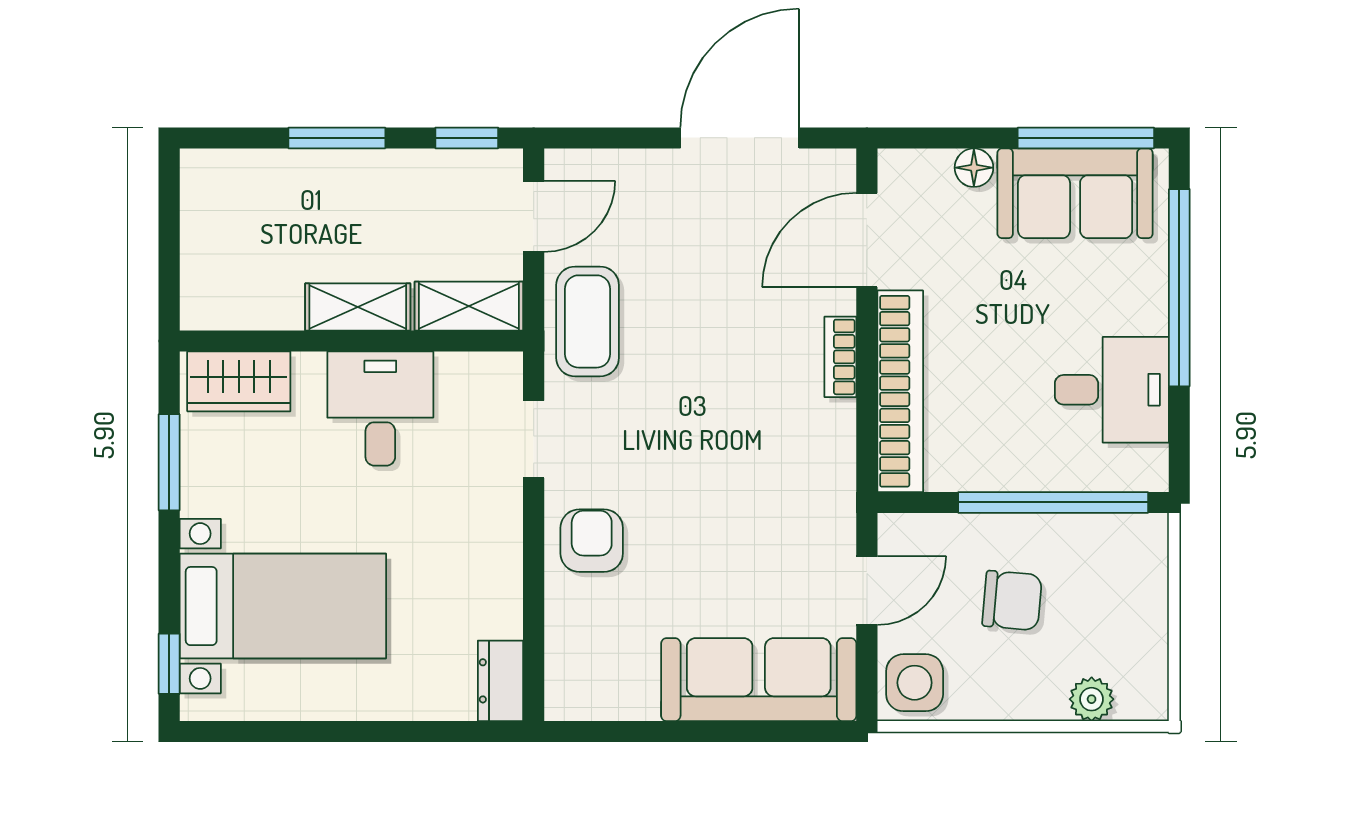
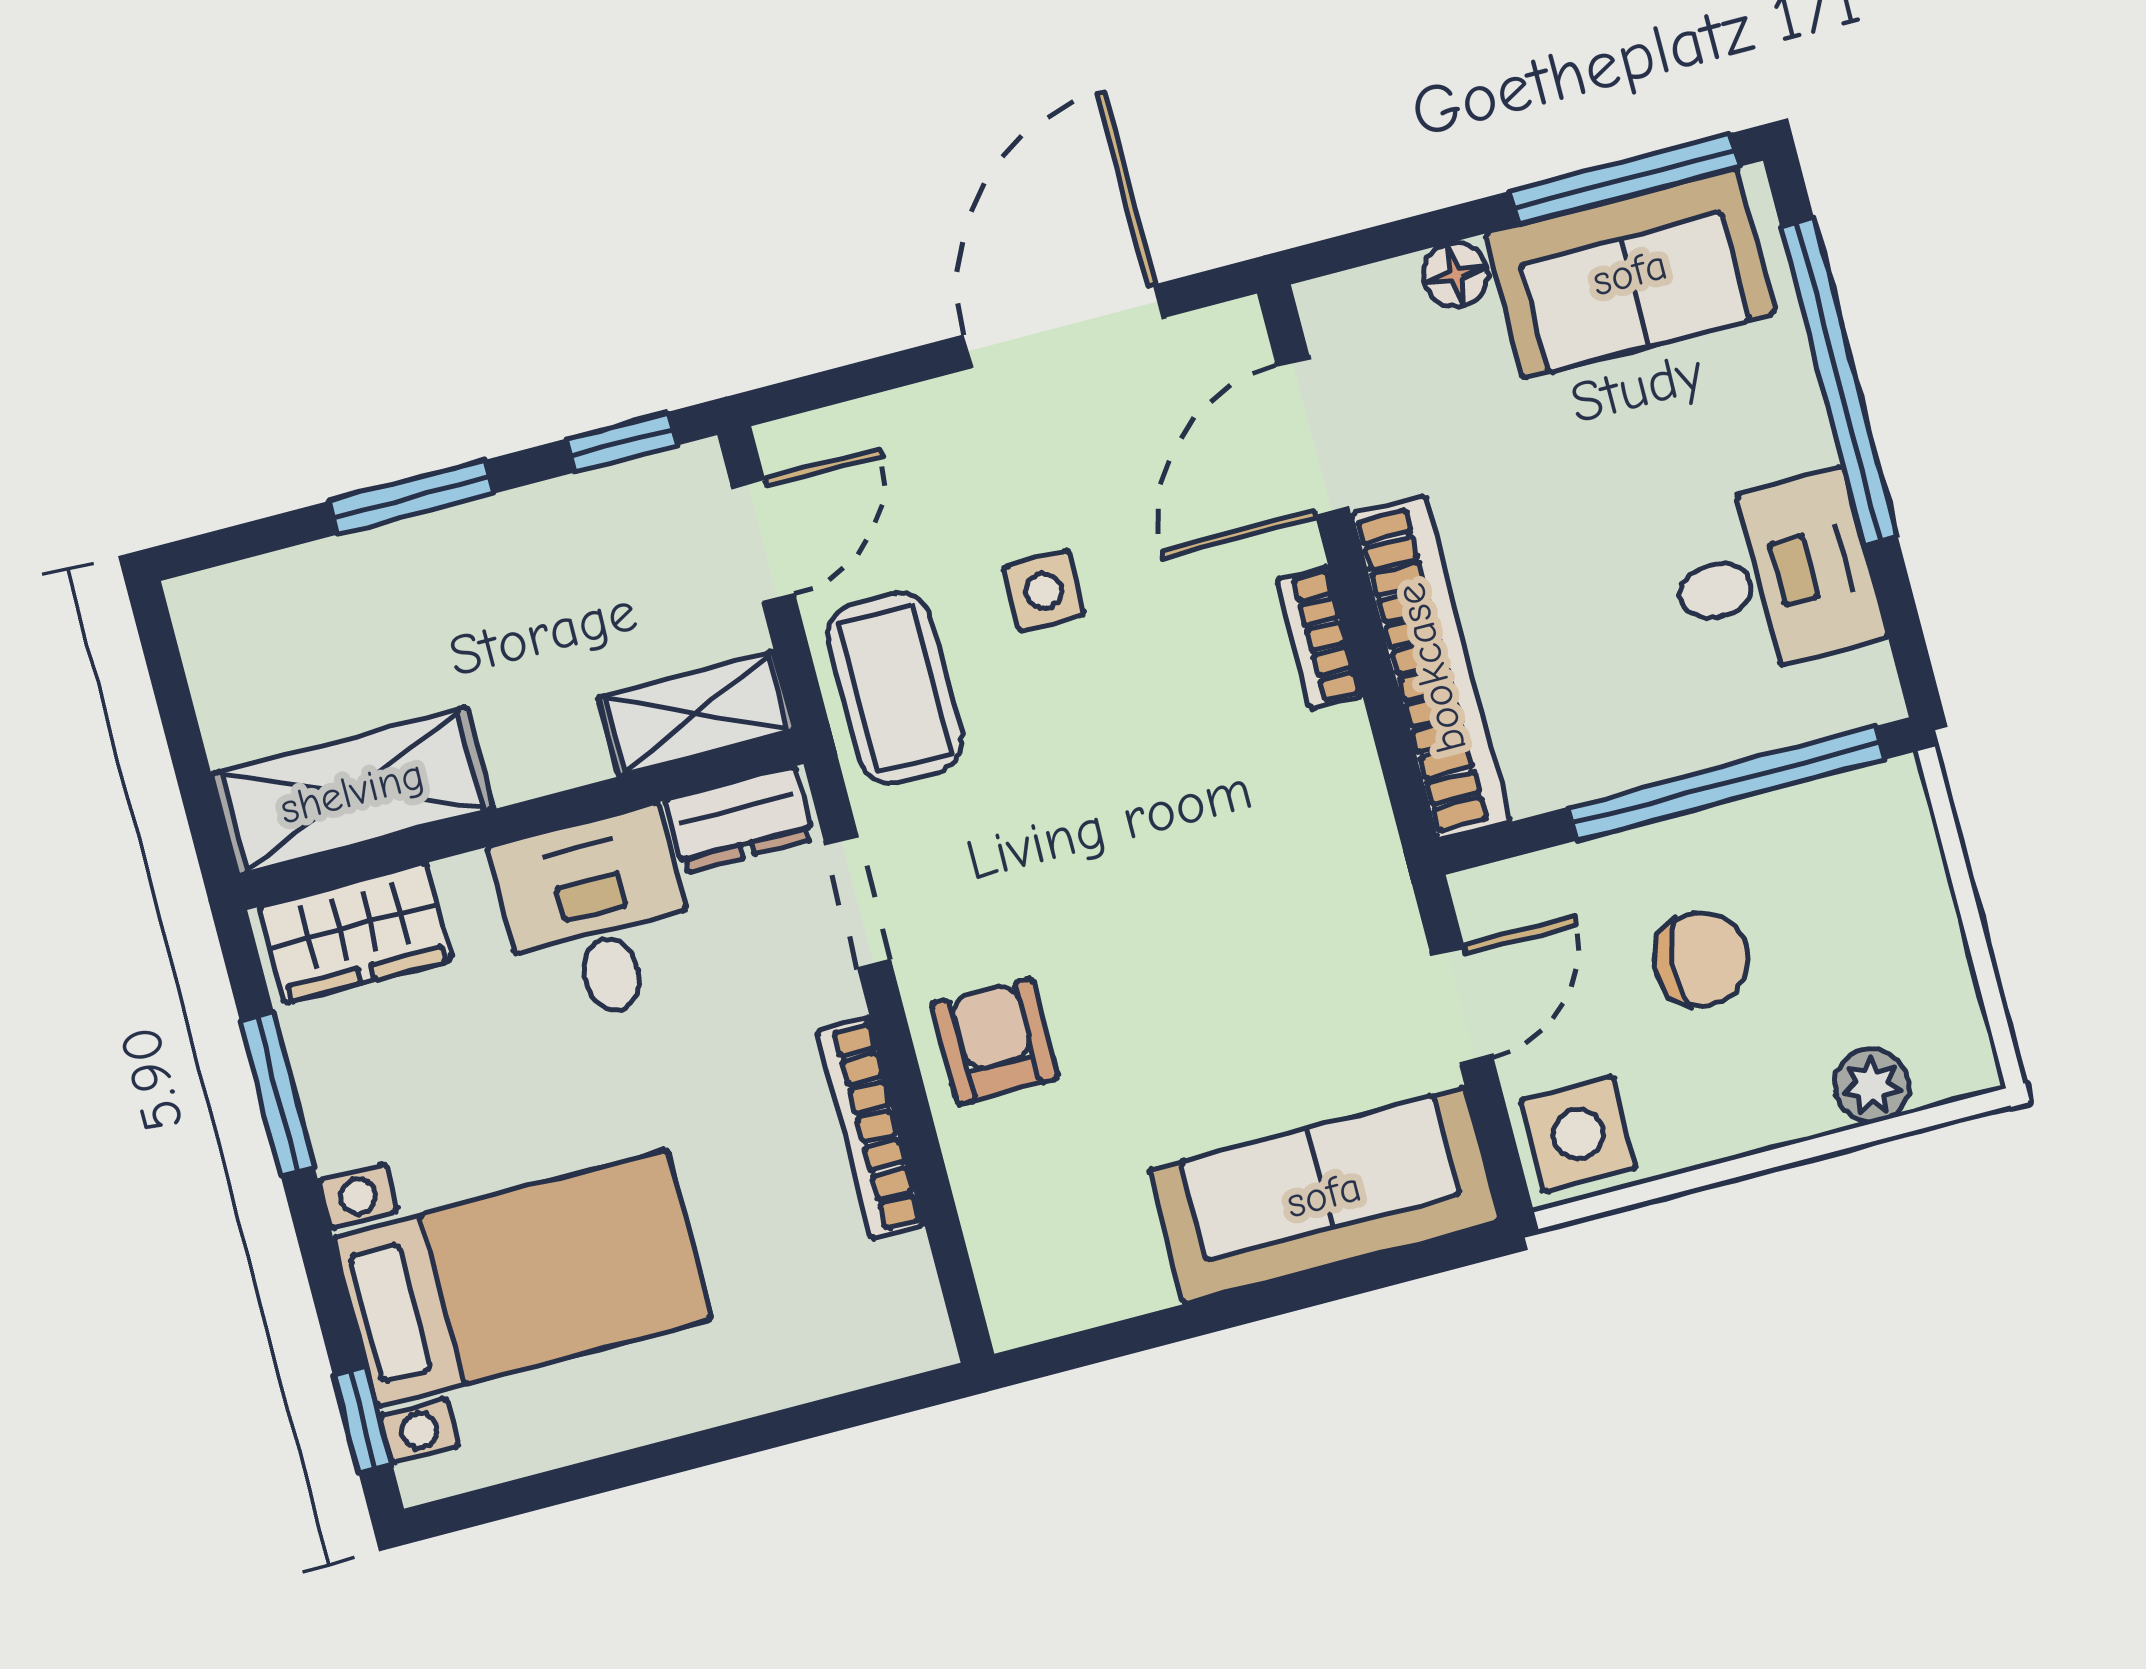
side table: (688, 288) -> (1044, 591), added
shelving: (358, 307) -> (352, 792), moved, width x1.50, depth x1.33
bookcase: (507, 572) -> (871, 1128), added
dresser: (501, 681) -> (740, 820), moved, turned -90

